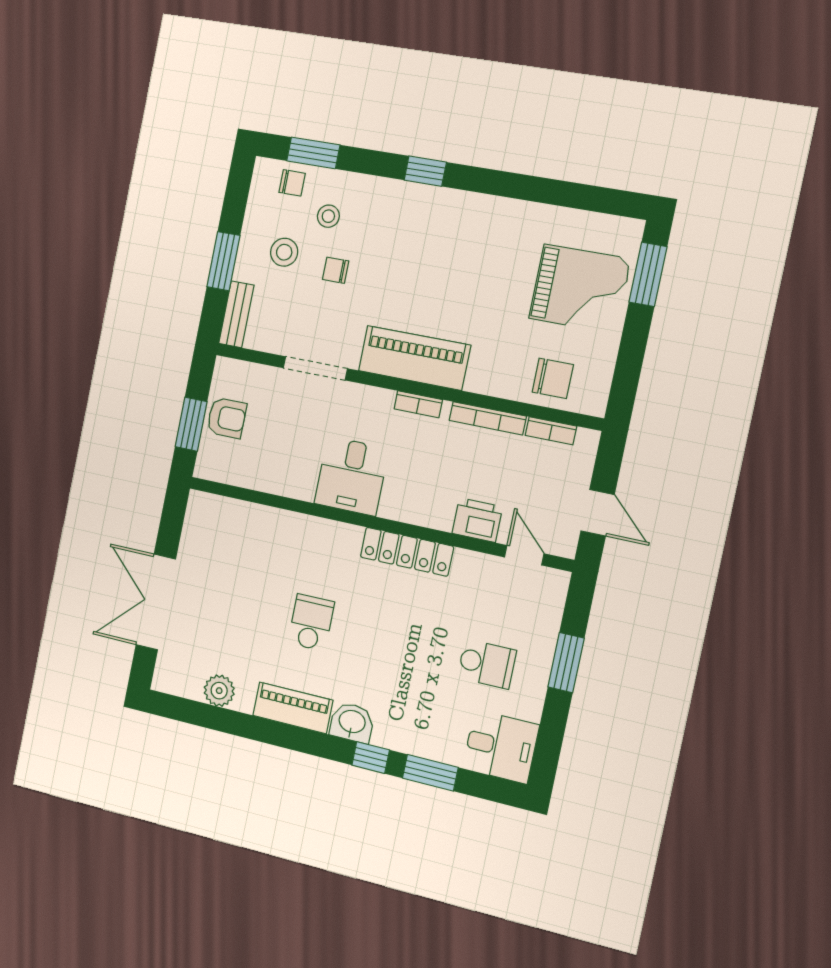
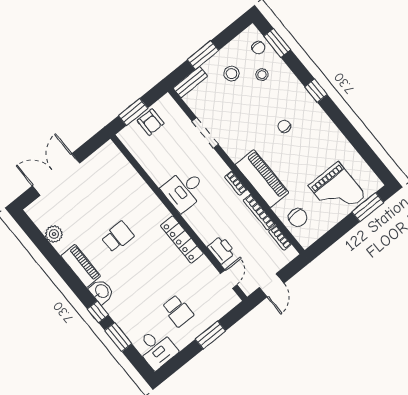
chair: (336, 270) -> (284, 126), moved
piano: (414, 358) -> (262, 179), moved

